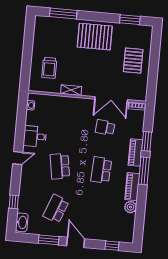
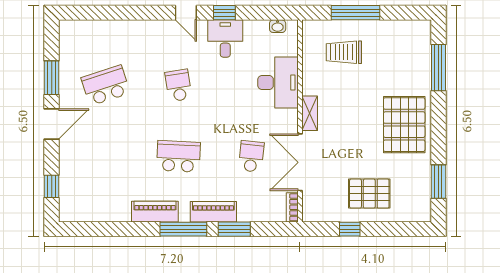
window: (27, 59) -> (356, 13), added
window: (153, 74) -> (350, 229), added
shelving: (71, 90) -> (310, 113), moved
desk: (63, 108) -> (278, 82), added
school desk: (60, 166) -> (178, 85), width x0.54
window: (14, 202) -> (224, 13), moved
plant: (130, 207) -> (120, 212), removed
school desk: (56, 209) -> (106, 85), turned -39
washbasin: (22, 222) -> (77, 29), removed

